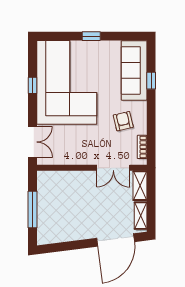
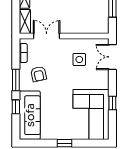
corner sofa: (67, 82) -> (91, 114), width x0.73, depth x0.74
window: (151, 114) -> (16, 80), added
side table: (73, 139) -> (79, 59), added

